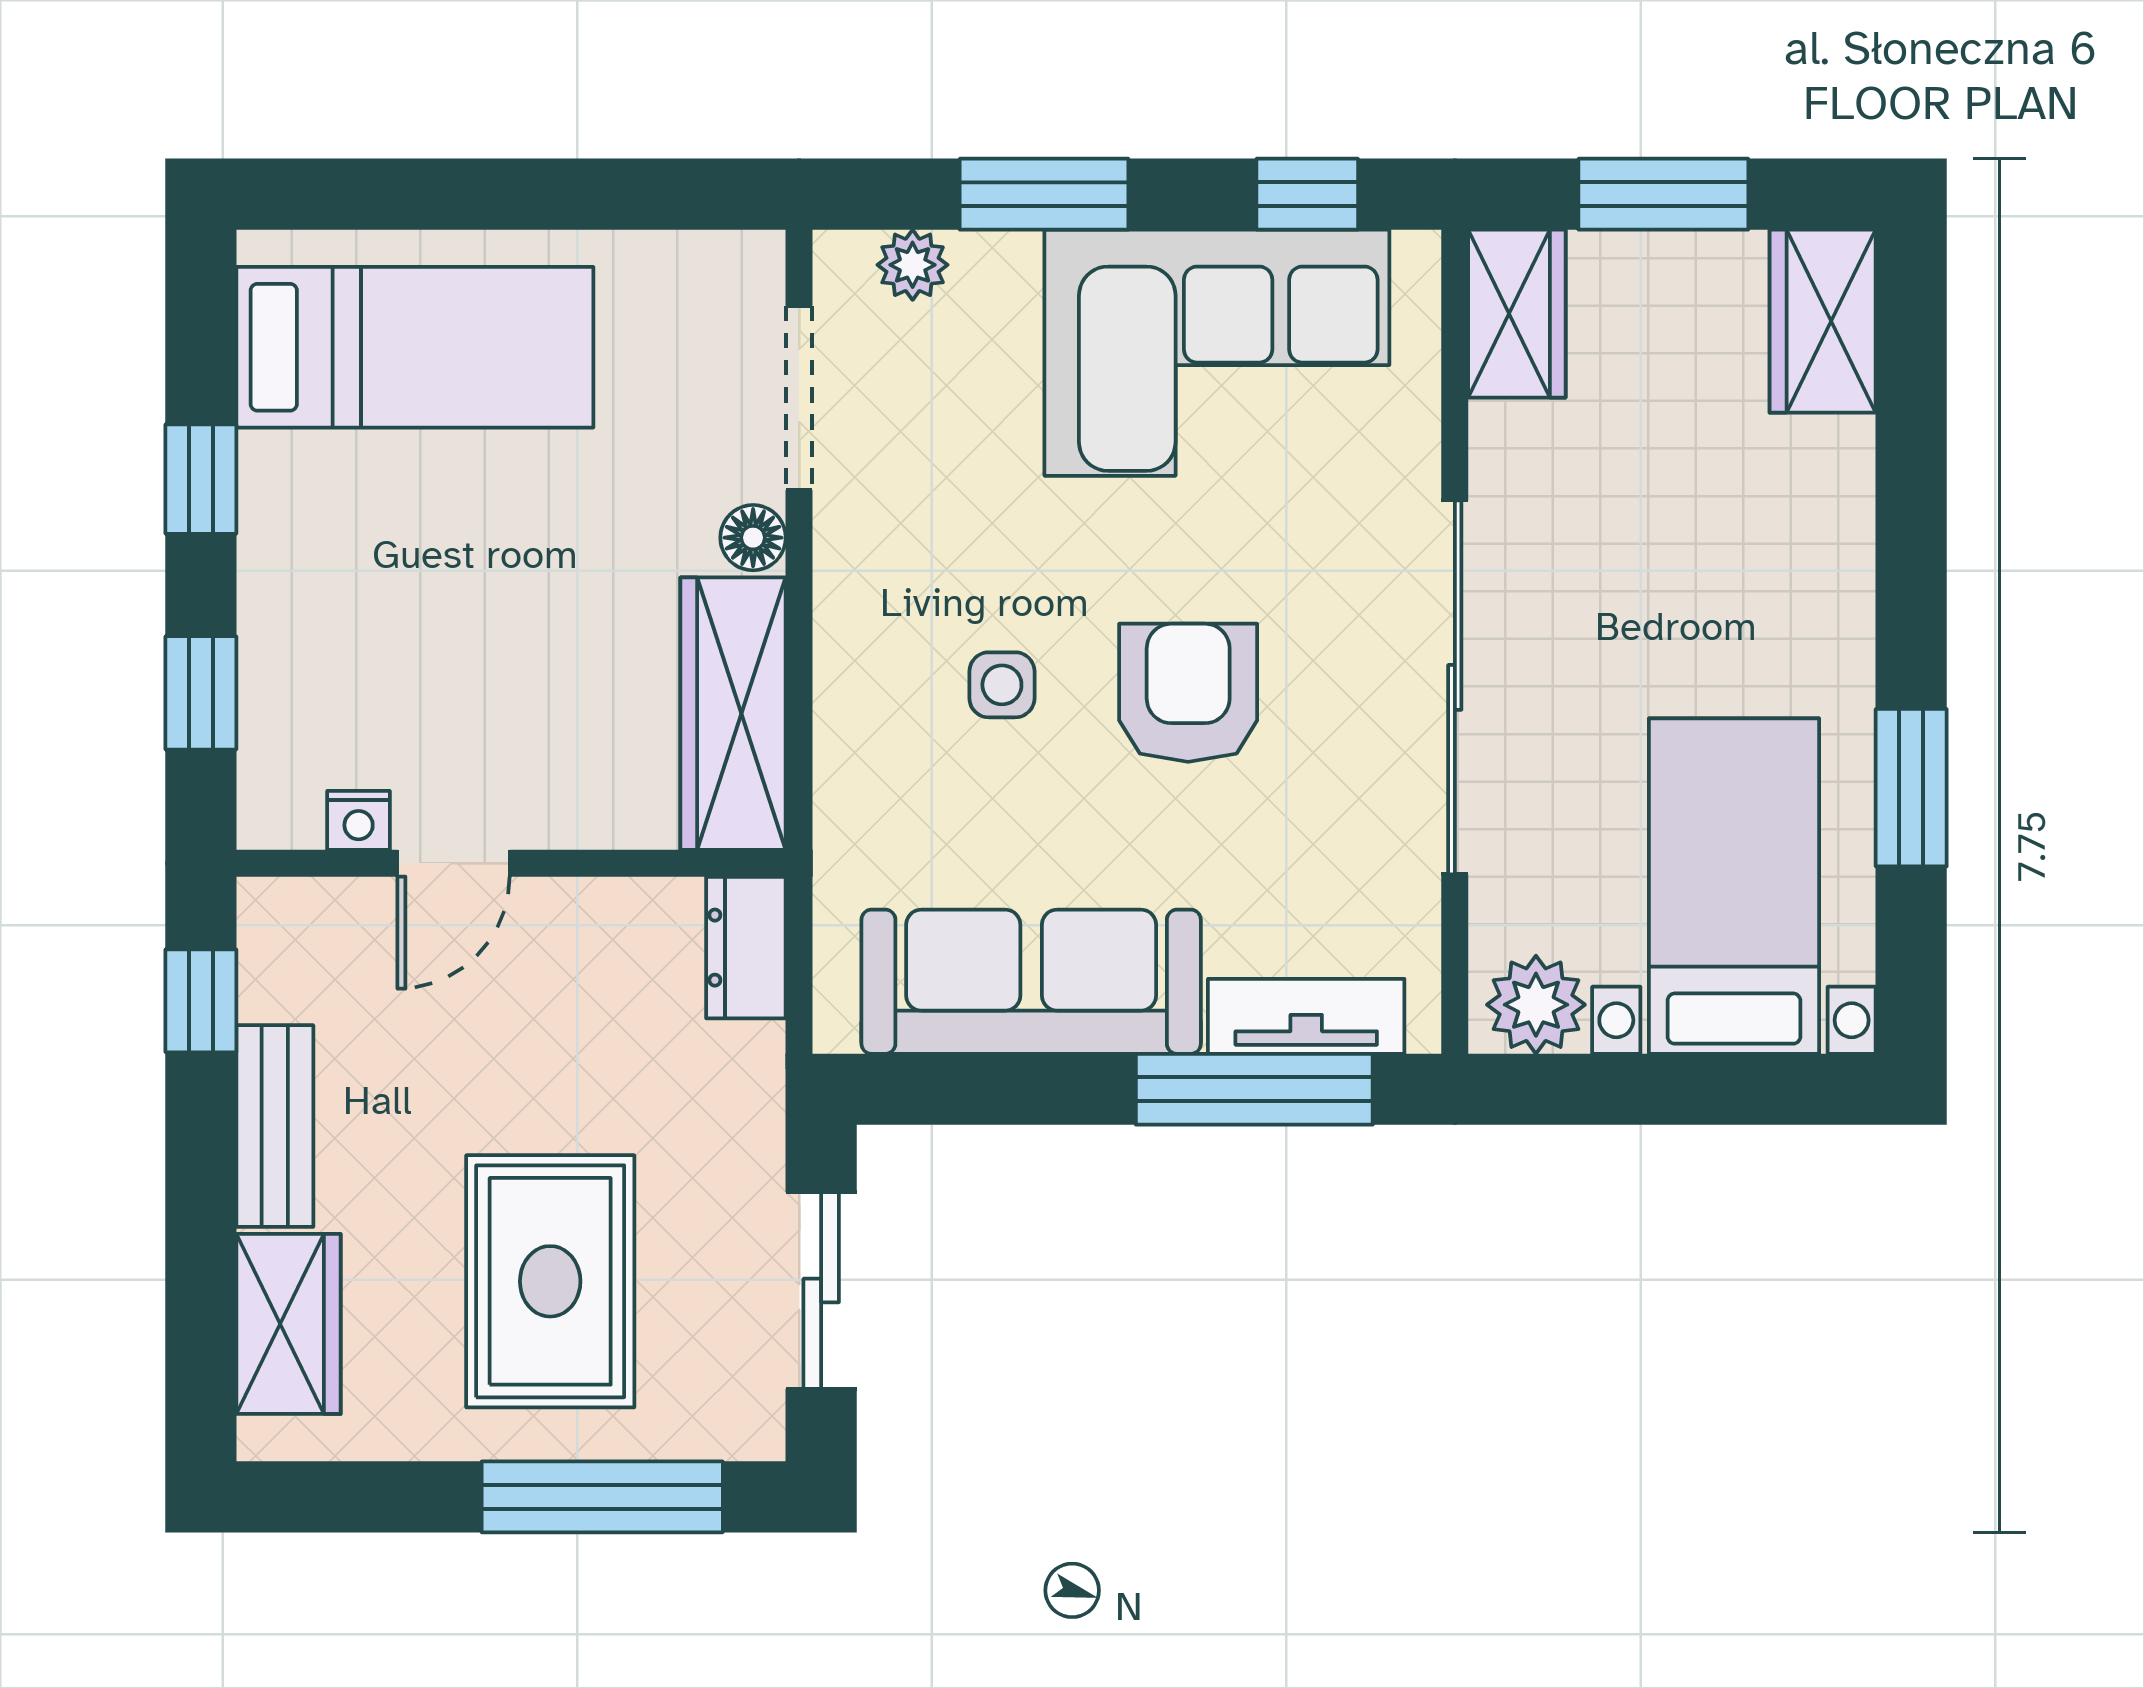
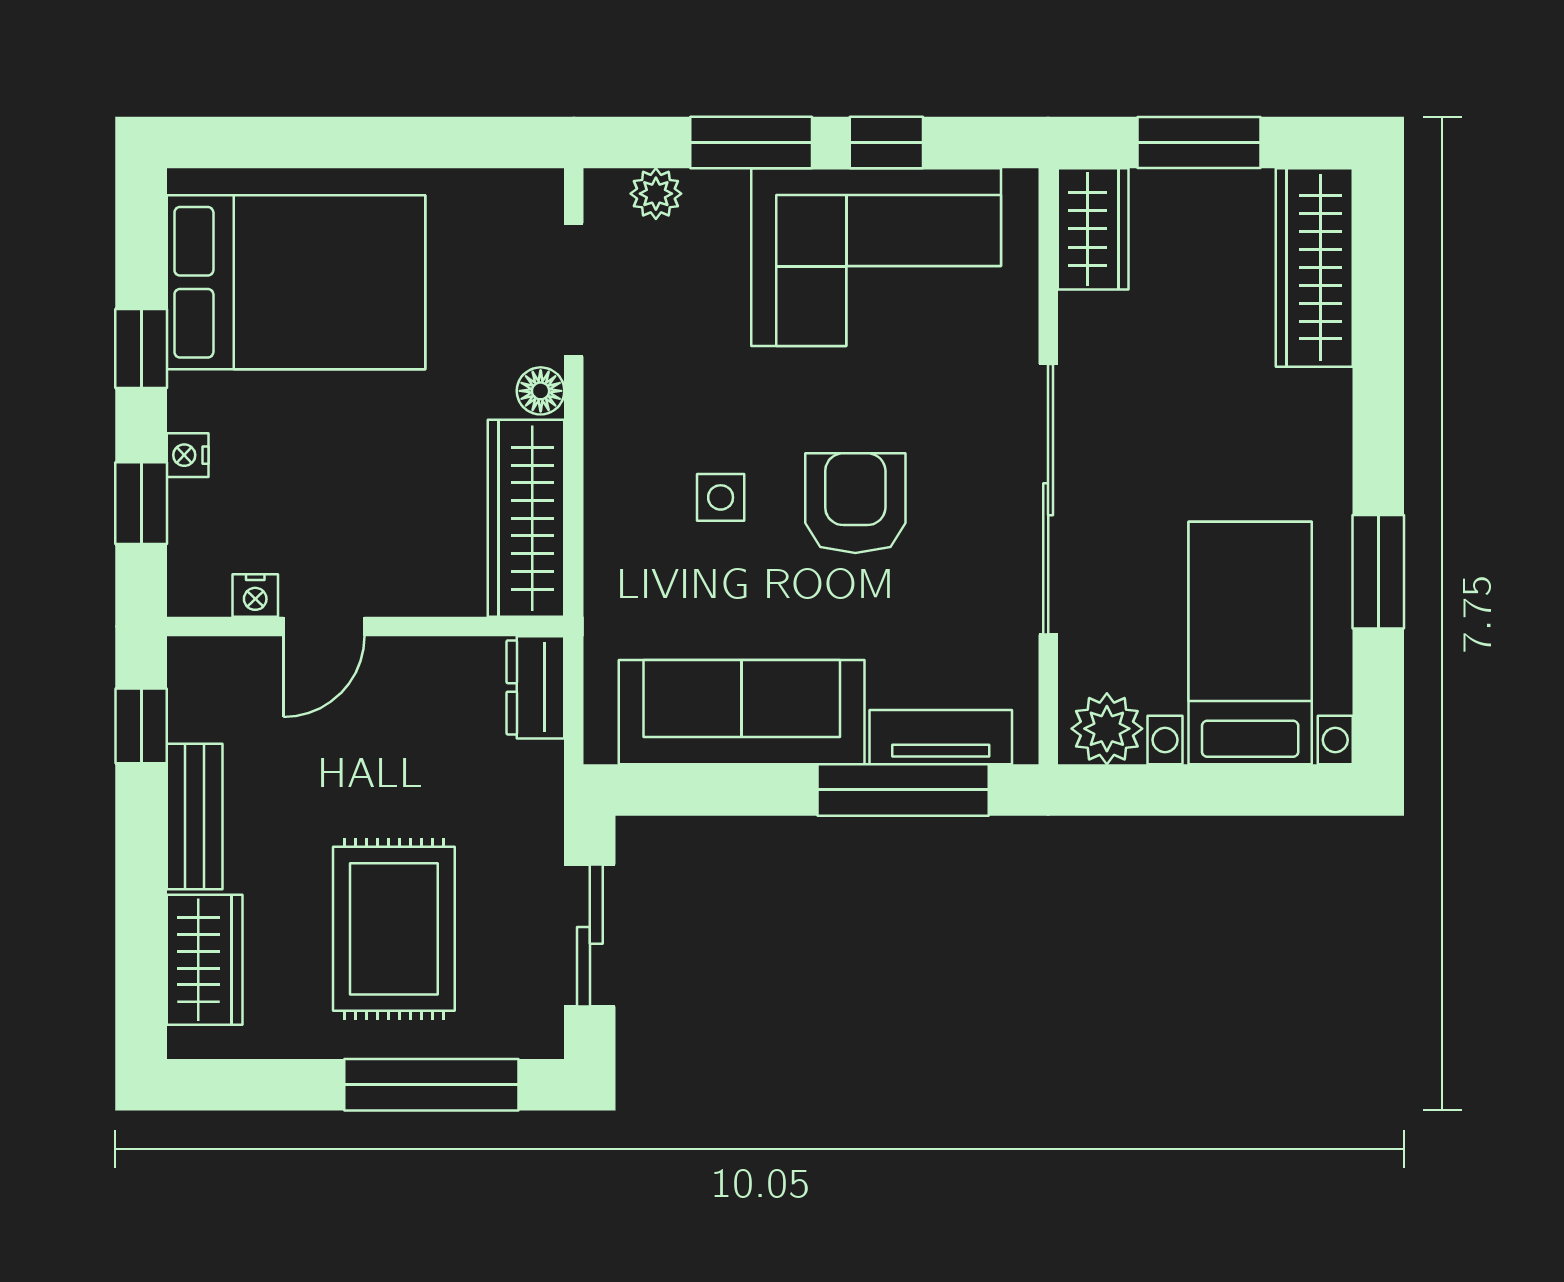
window: (1307, 194) -> (886, 142), moved
wardrobe: (1823, 321) -> (1314, 267), width x1.50
bed: (415, 347) -> (296, 282), width x1.50
nightstand: (265, 626) -> (188, 455), added

